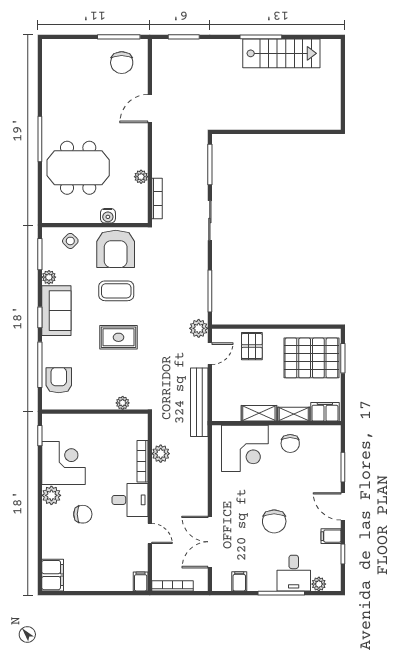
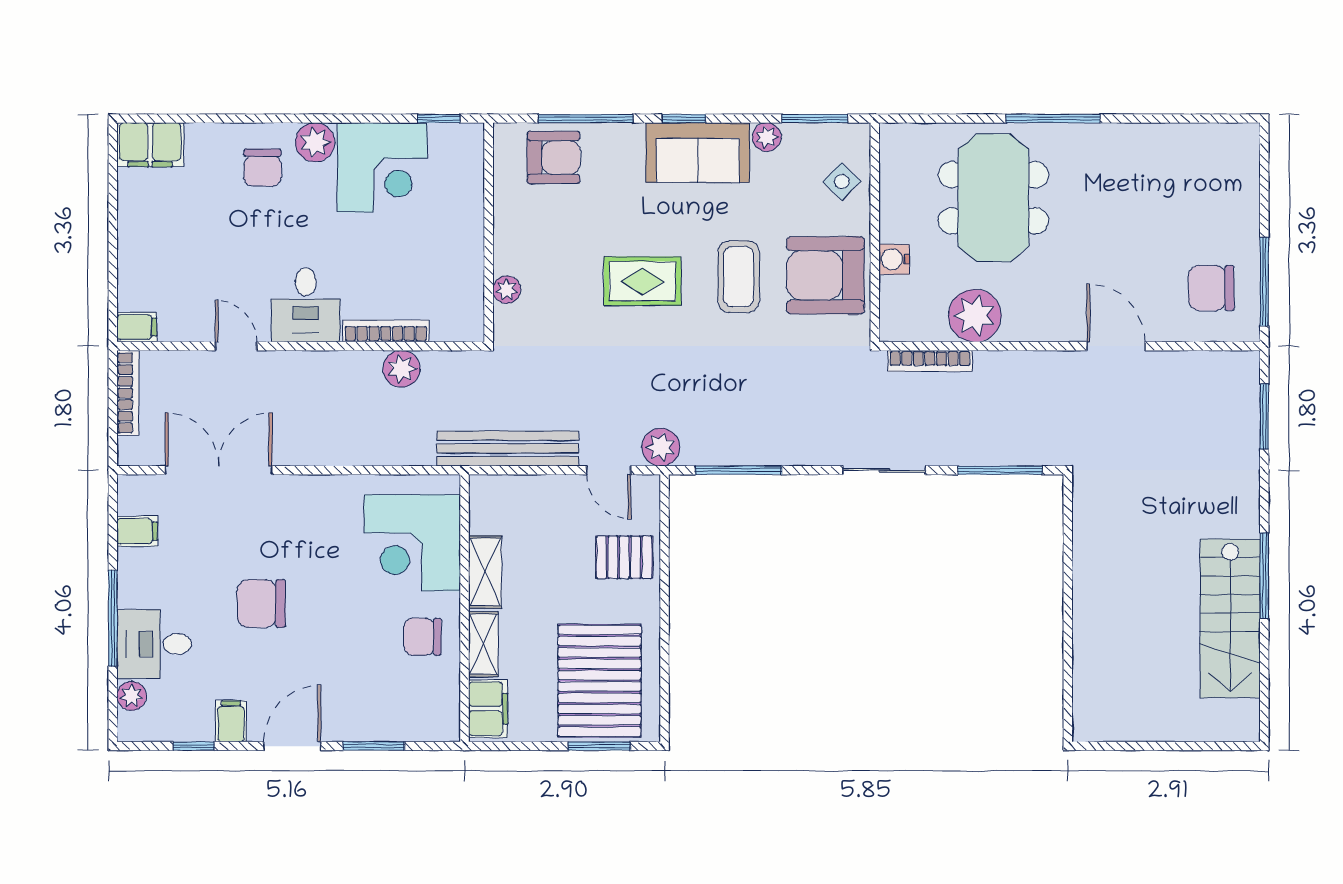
plant: (141, 177) -> (975, 316), width x1.87, depth x1.87
rug: (119, 337) -> (642, 281), turned 90
chair: (83, 514) -> (263, 168), moved
door: (150, 534) -> (236, 346), swing flipped

